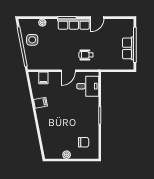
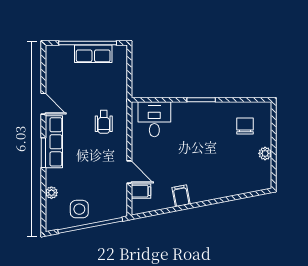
door: (68, 71) -> (129, 172), moved

